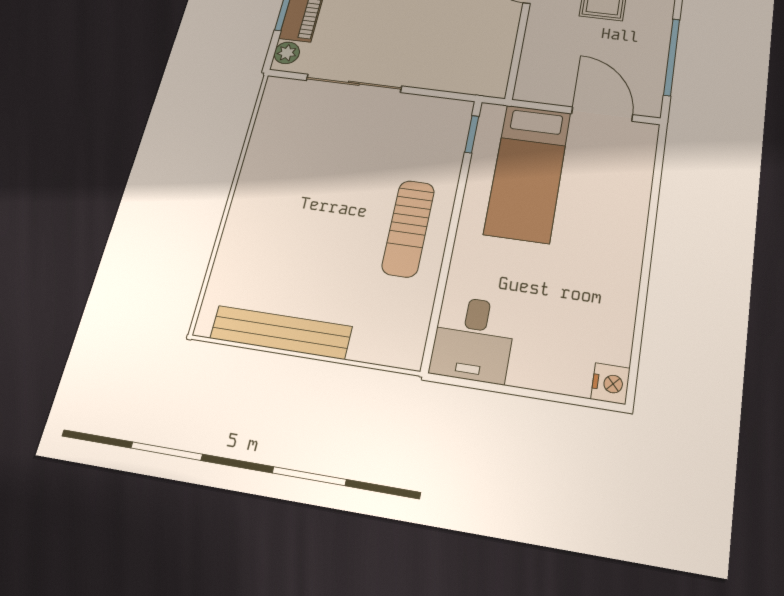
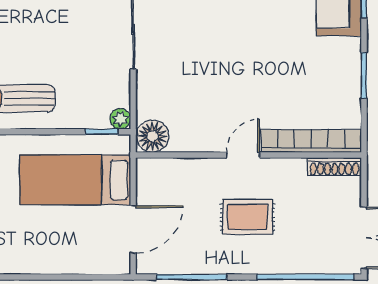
floor lamp: (489, 78) -> (153, 136), added
plant: (460, 111) -> (120, 119), added

